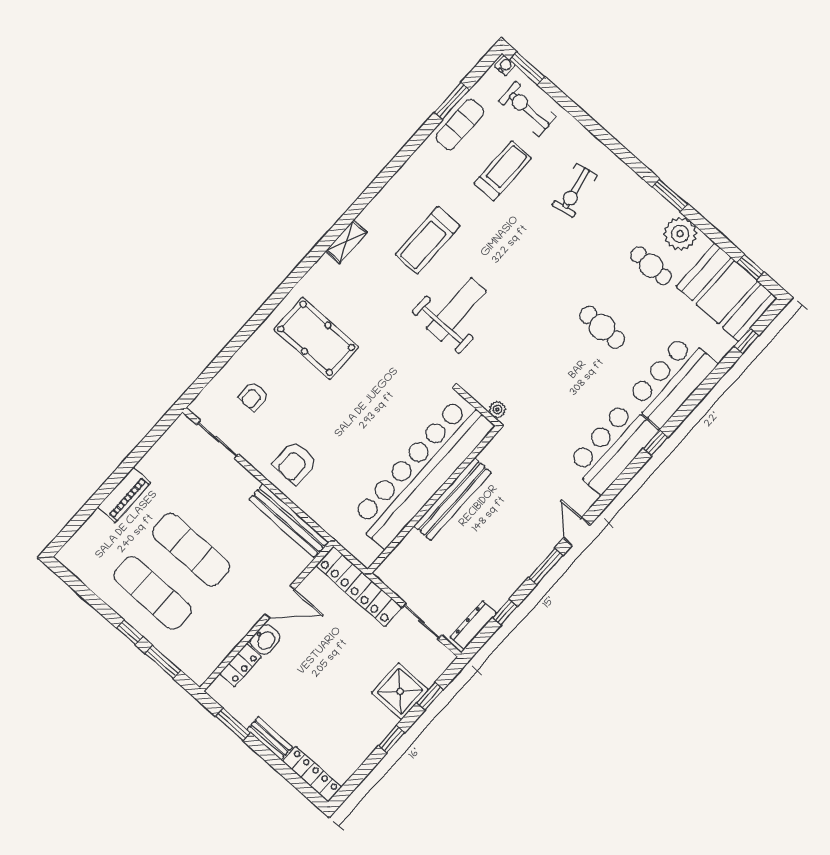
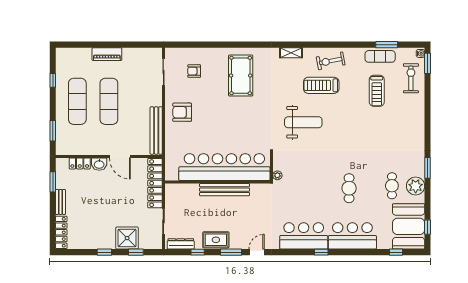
treadmill: (503, 171) -> (377, 91), turned 90
exercise bike: (575, 190) -> (331, 61), moved
rug: (511, 572) -> (216, 240), added
window: (130, 632) -> (53, 80), moved

